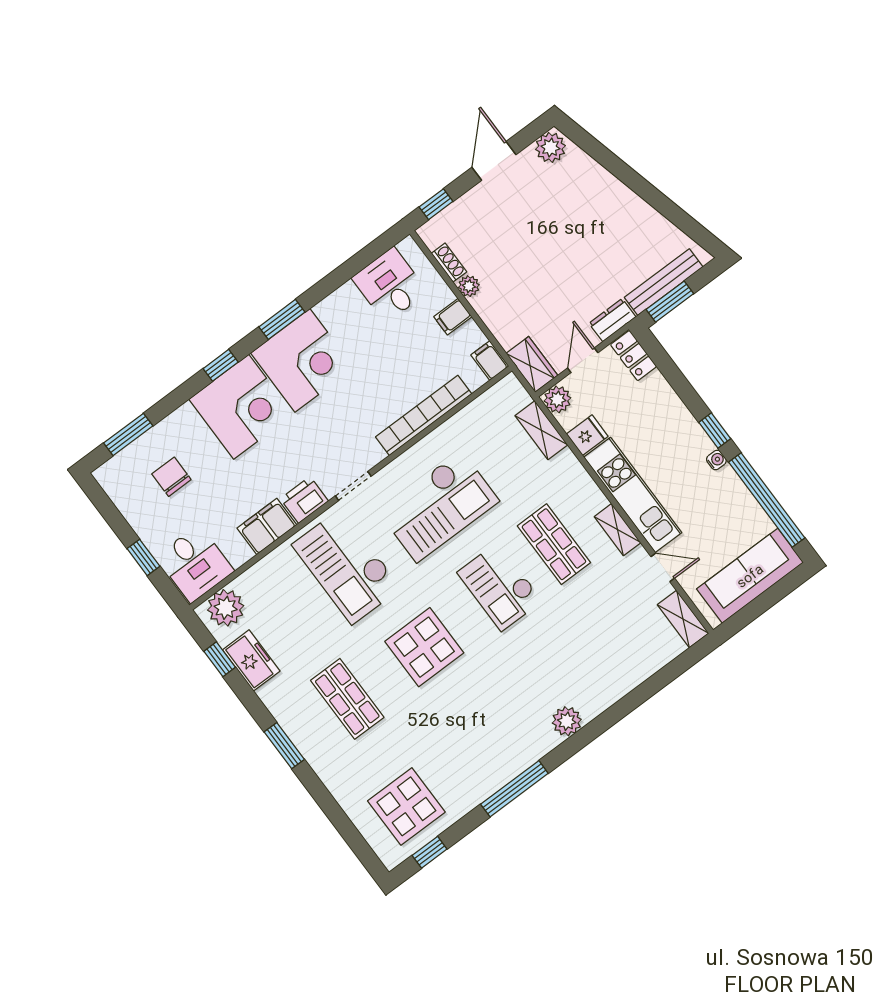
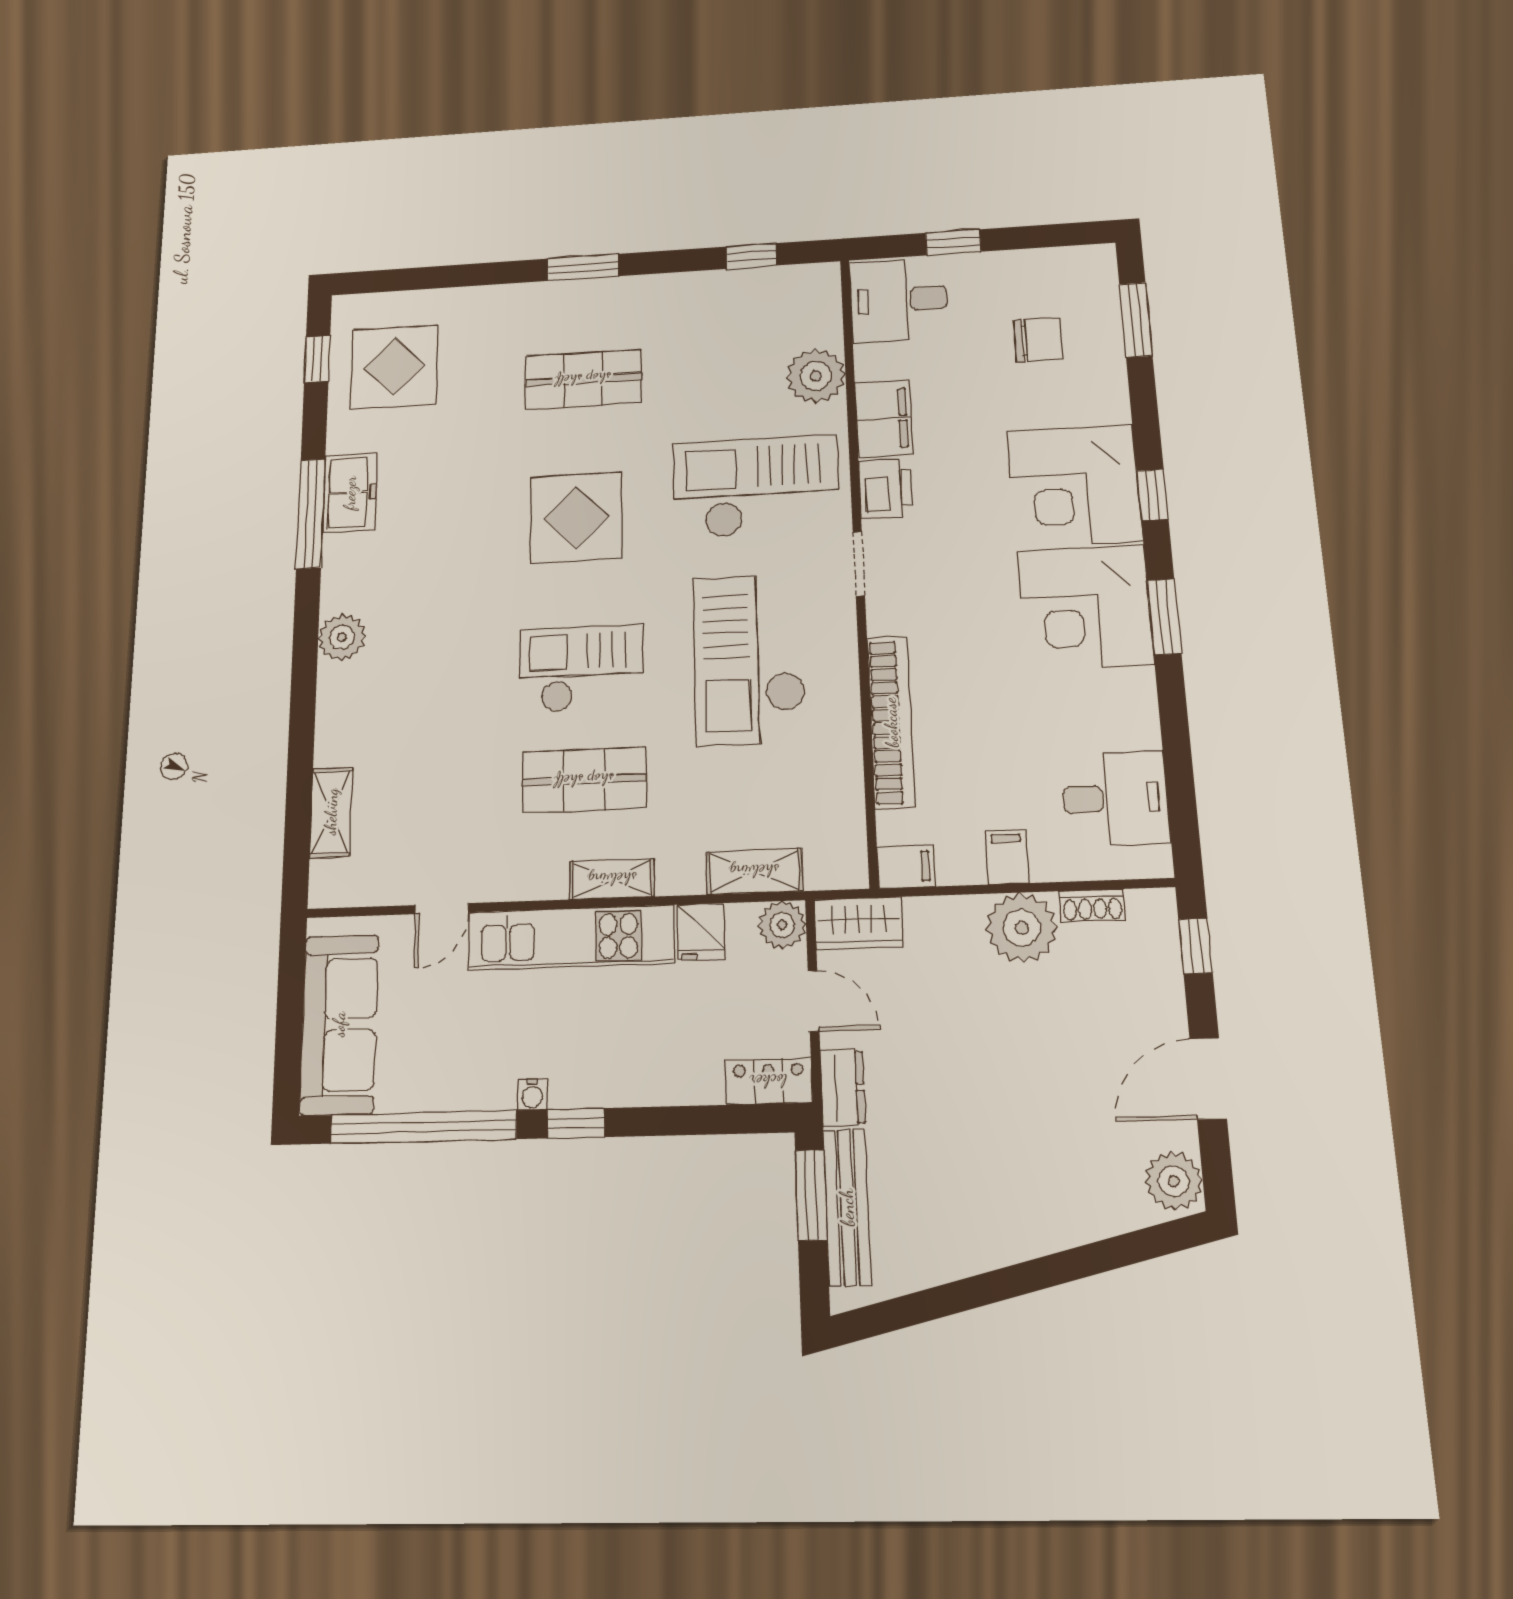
door: (494, 161) -> (1208, 1079), swing flipped
plant: (469, 286) -> (1022, 928), width x1.88, depth x1.88
shelving: (618, 530) -> (612, 879), moved
plant: (226, 608) -> (816, 376), moved
shelving: (683, 619) -> (331, 812), moved, turned 90
freezer: (251, 660) -> (350, 493), moved, turned -90

